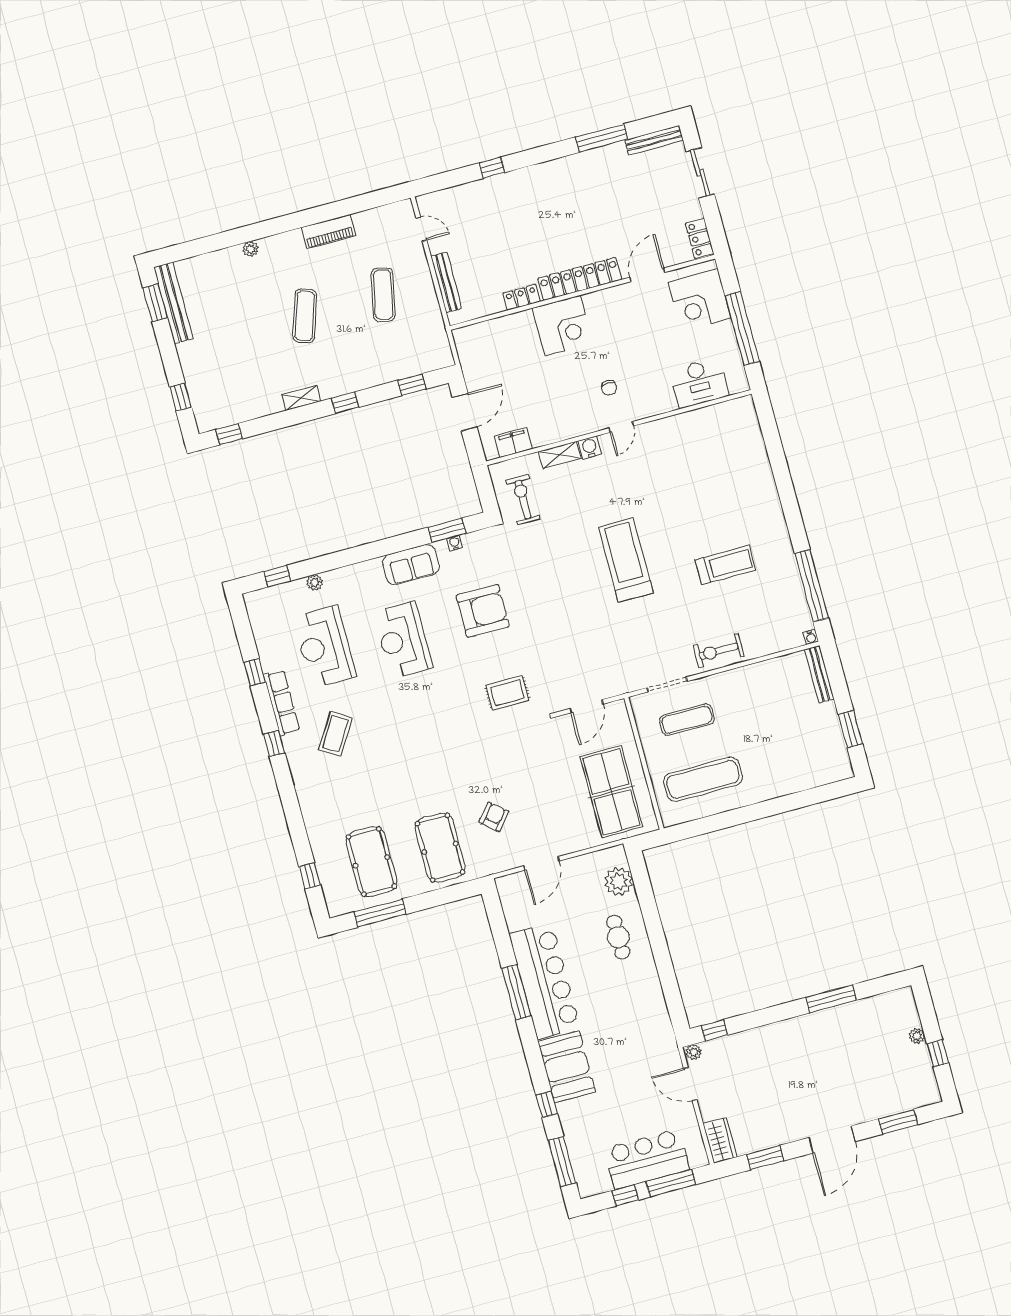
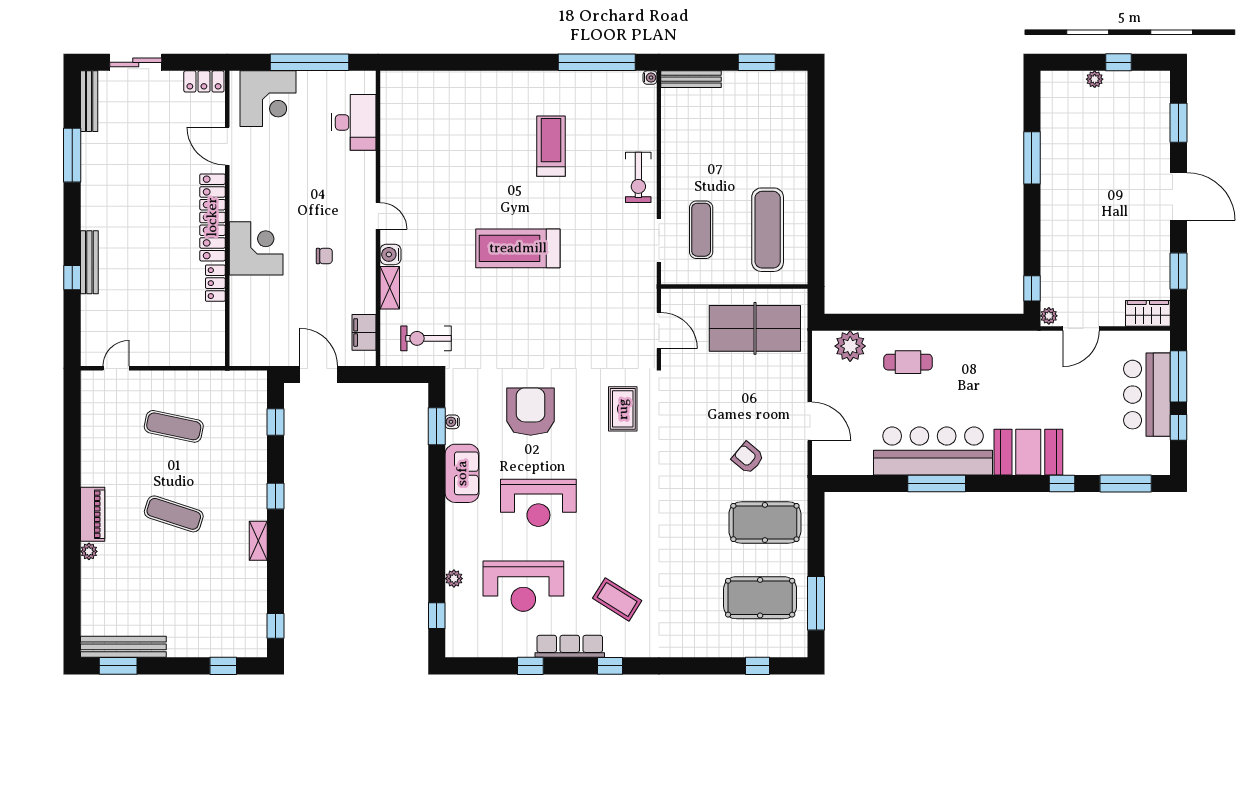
piano: (328, 232) -> (93, 514), moved
bench: (446, 282) -> (89, 262), moved, turned 90
chair: (609, 388) -> (324, 256), moved

